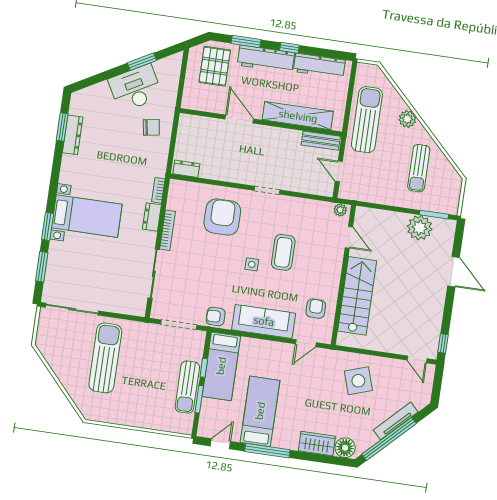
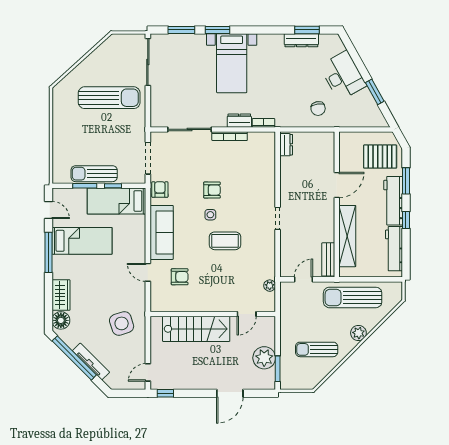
desk: (135, 88) -> (343, 76), moved
sun lounger: (367, 120) -> (353, 297), turned 180
armchair: (222, 217) -> (212, 190), moved, width x0.53, depth x0.53
door: (349, 237) -> (247, 314), moved
wall: (343, 275) -> (213, 314), moved
stairs: (357, 296) -> (196, 329), moved

